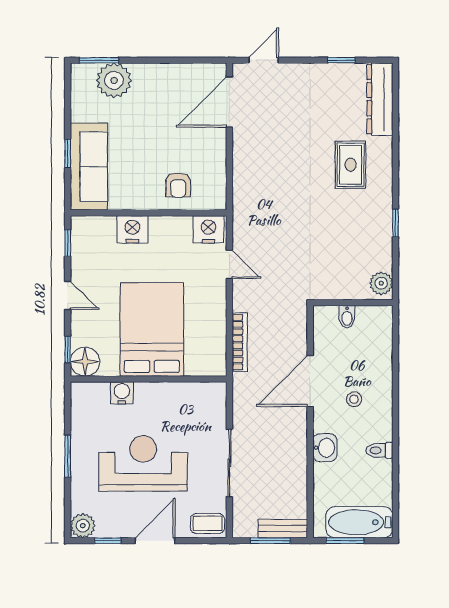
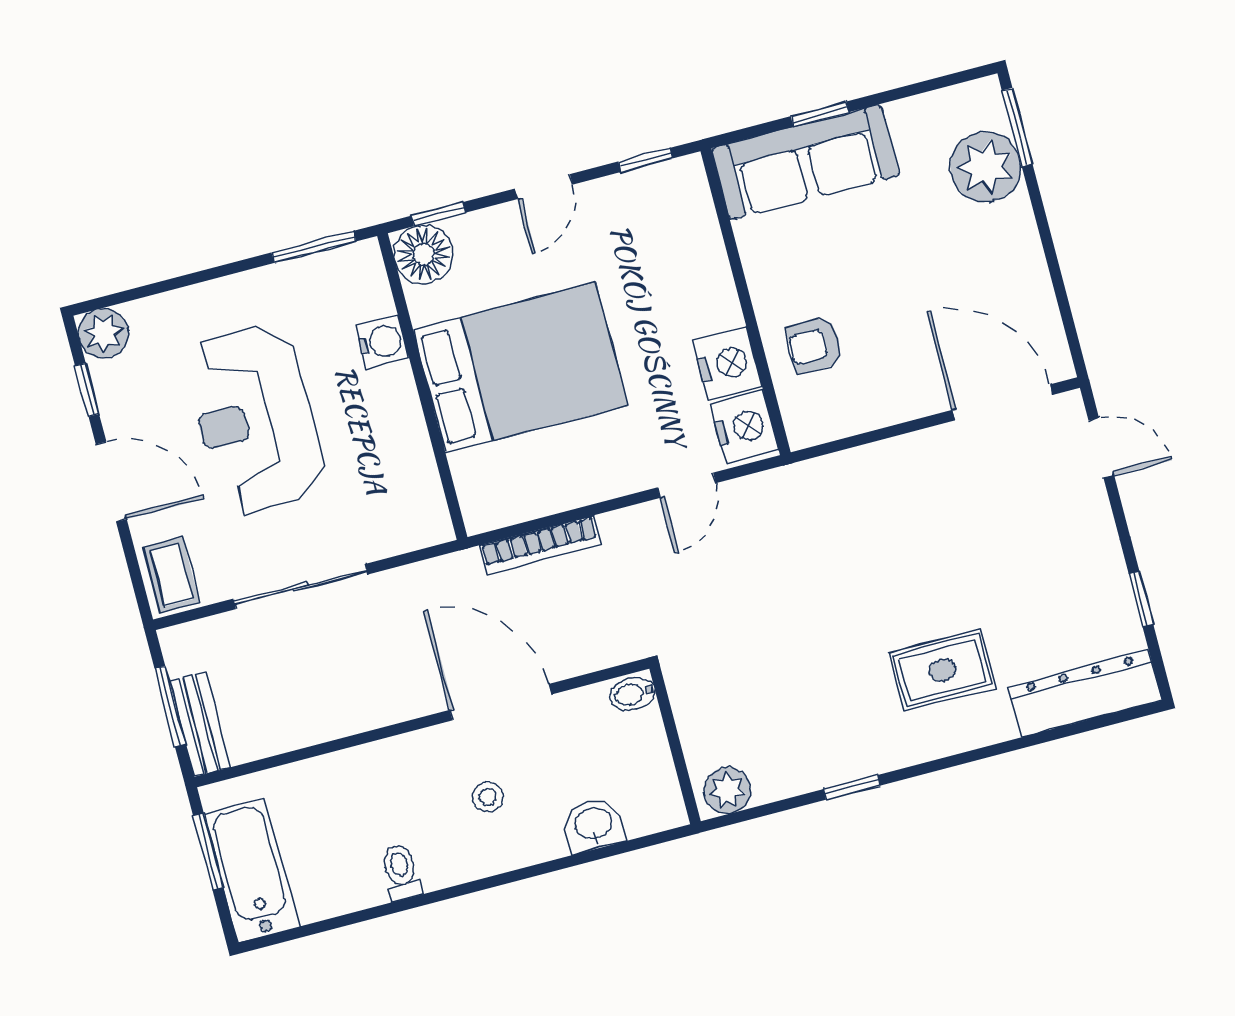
nightstand: (132, 229) -> (727, 363), moved
bidet: (347, 317) -> (632, 694), moved
washbasin: (325, 448) -> (594, 825), moved, turned 180
window: (68, 456) -> (314, 247), moved
reception desk: (143, 463) -> (255, 419), turned 180

